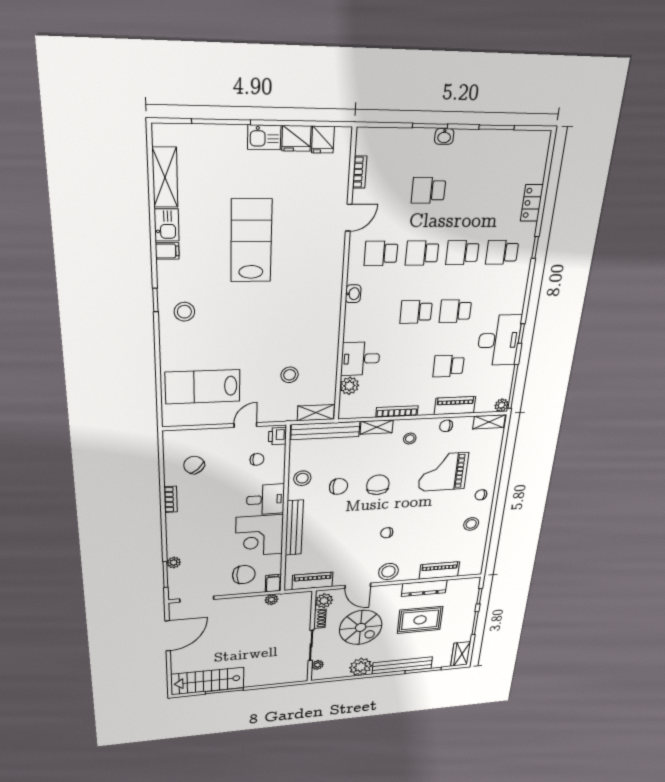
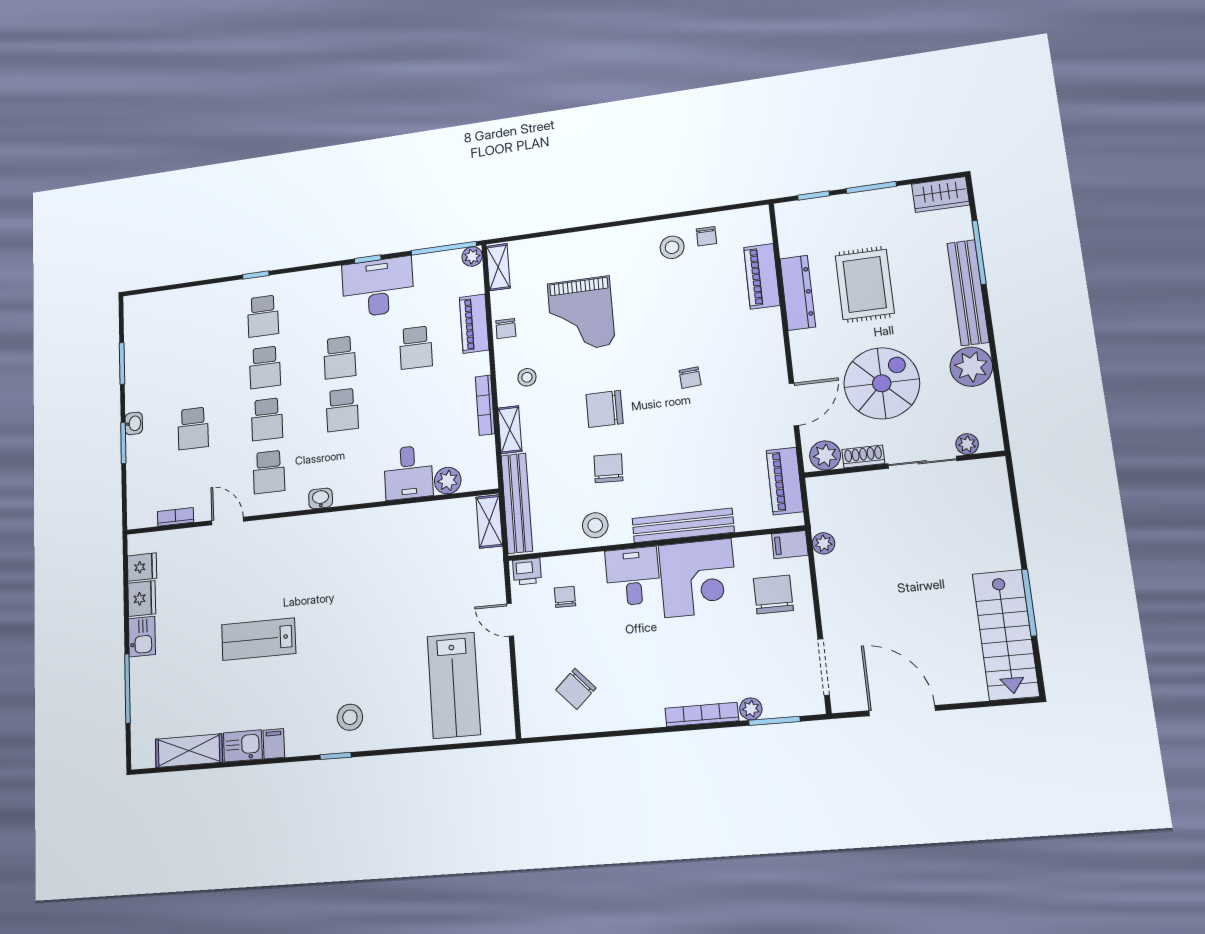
locker: (532, 203) -> (203, 296), removed
lab bench: (251, 241) -> (259, 639), width x0.73, depth x0.72
stool: (290, 375) -> (434, 567), removed
chair: (481, 495) -> (706, 236), moved
bookcase: (171, 499) -> (702, 714), moved, width x1.56
stool: (388, 572) -> (765, 360), removed

